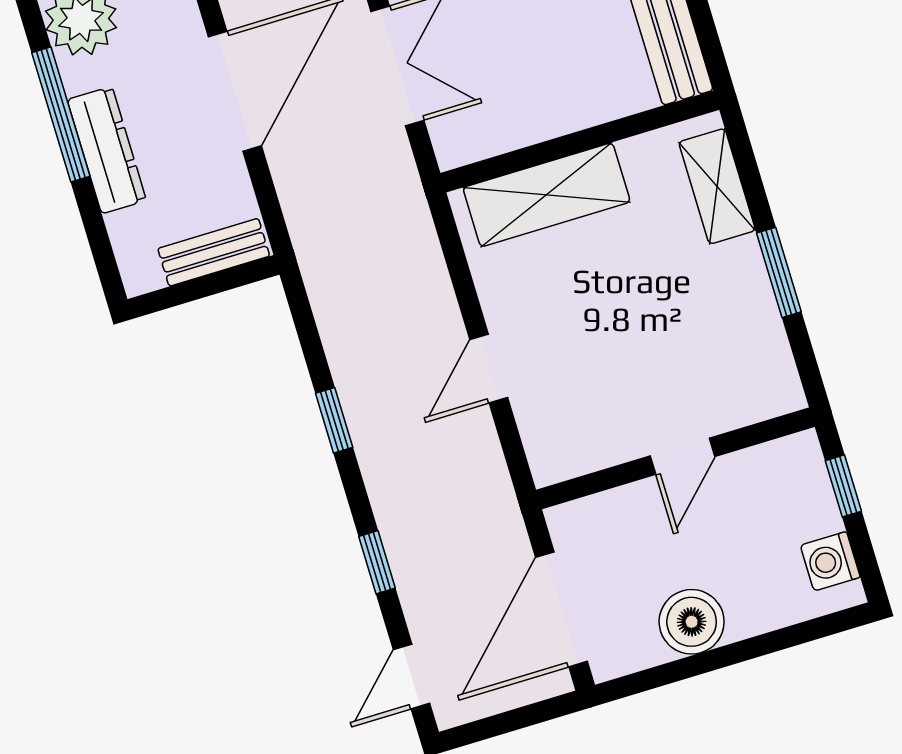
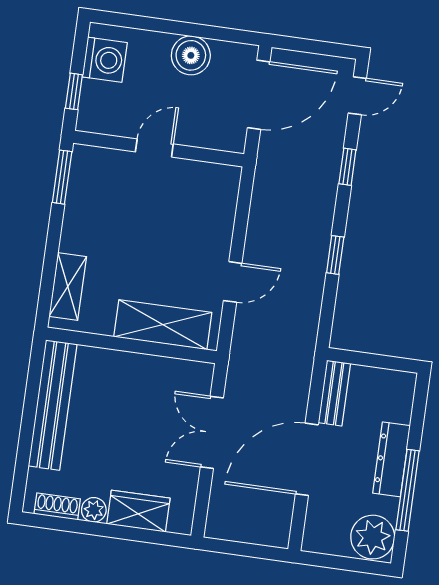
bench: (214, 252) -> (334, 393), moved, turned 90
window: (779, 272) -> (62, 177), moved
door: (489, 369) -> (233, 282), moved
washing machine: (830, 561) -> (105, 60), width x1.38, depth x1.38

